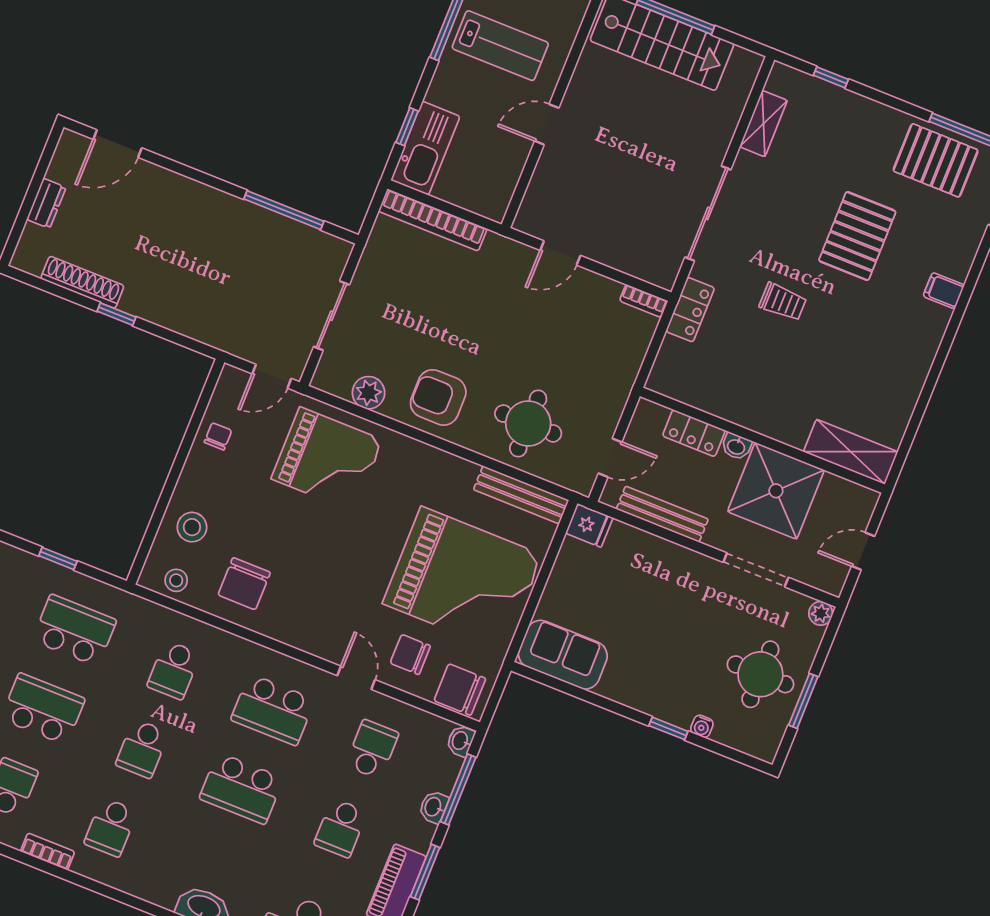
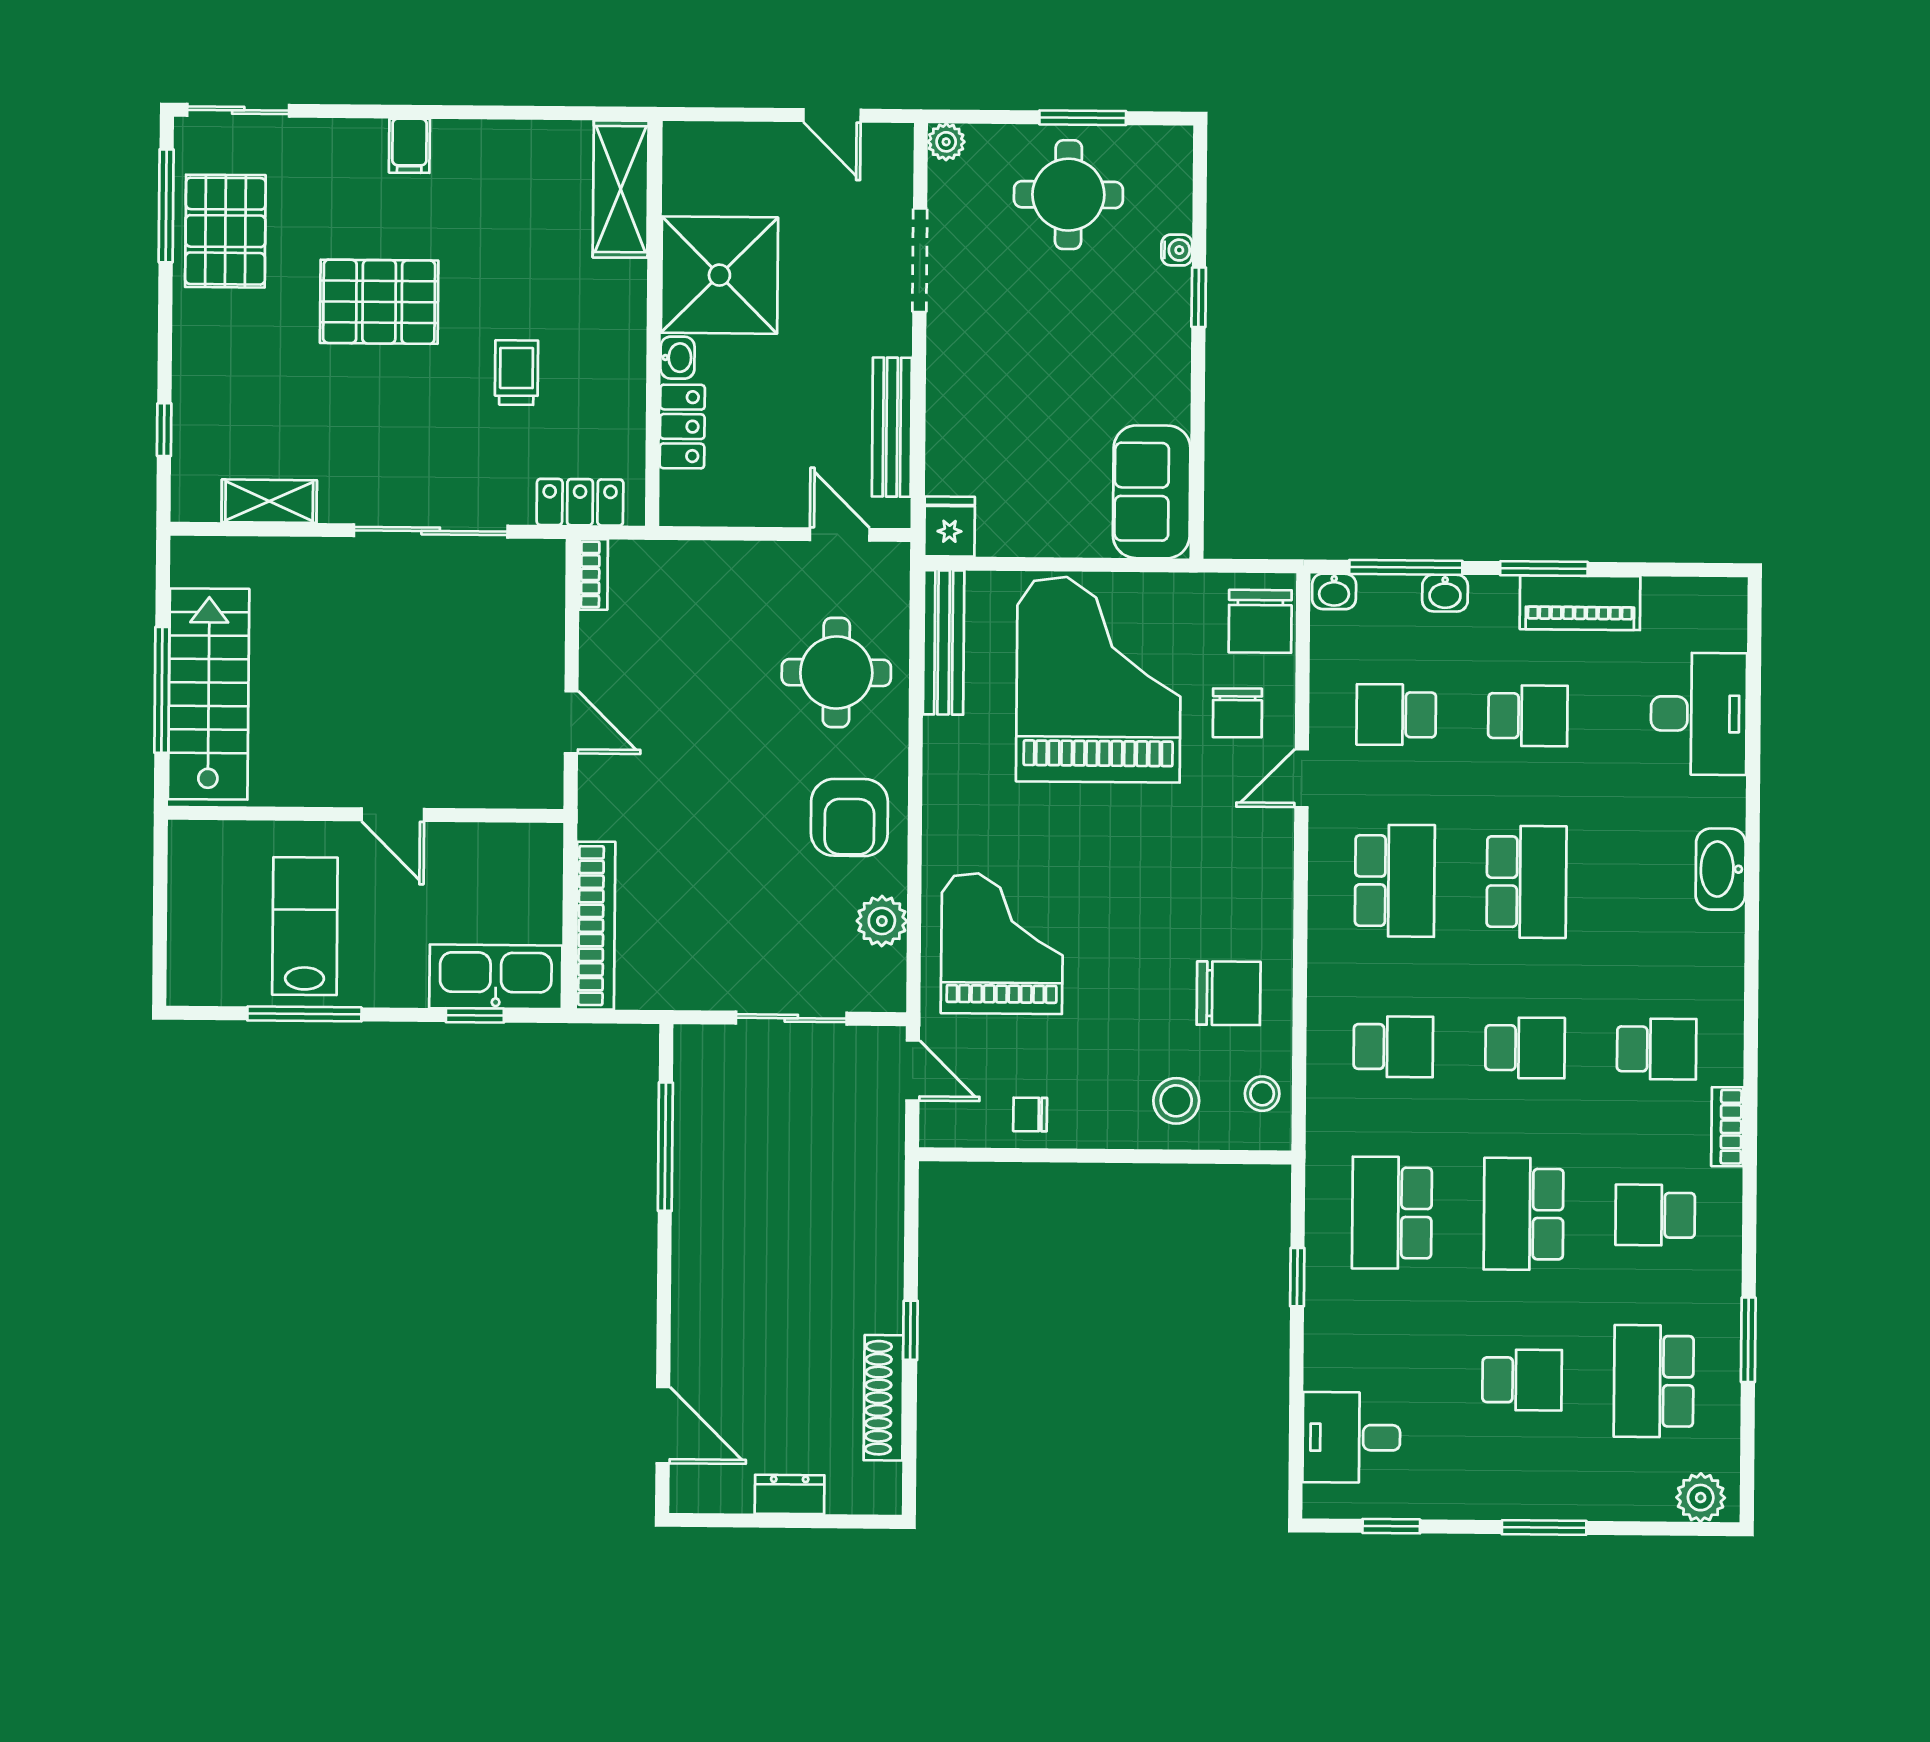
locker: (694, 433) -> (682, 427), moved
wall: (762, 440) -> (654, 323), moved
washbasin: (736, 446) -> (678, 358), moved
shelving: (851, 452) -> (621, 189), moved
shower: (776, 491) -> (719, 275), moved

